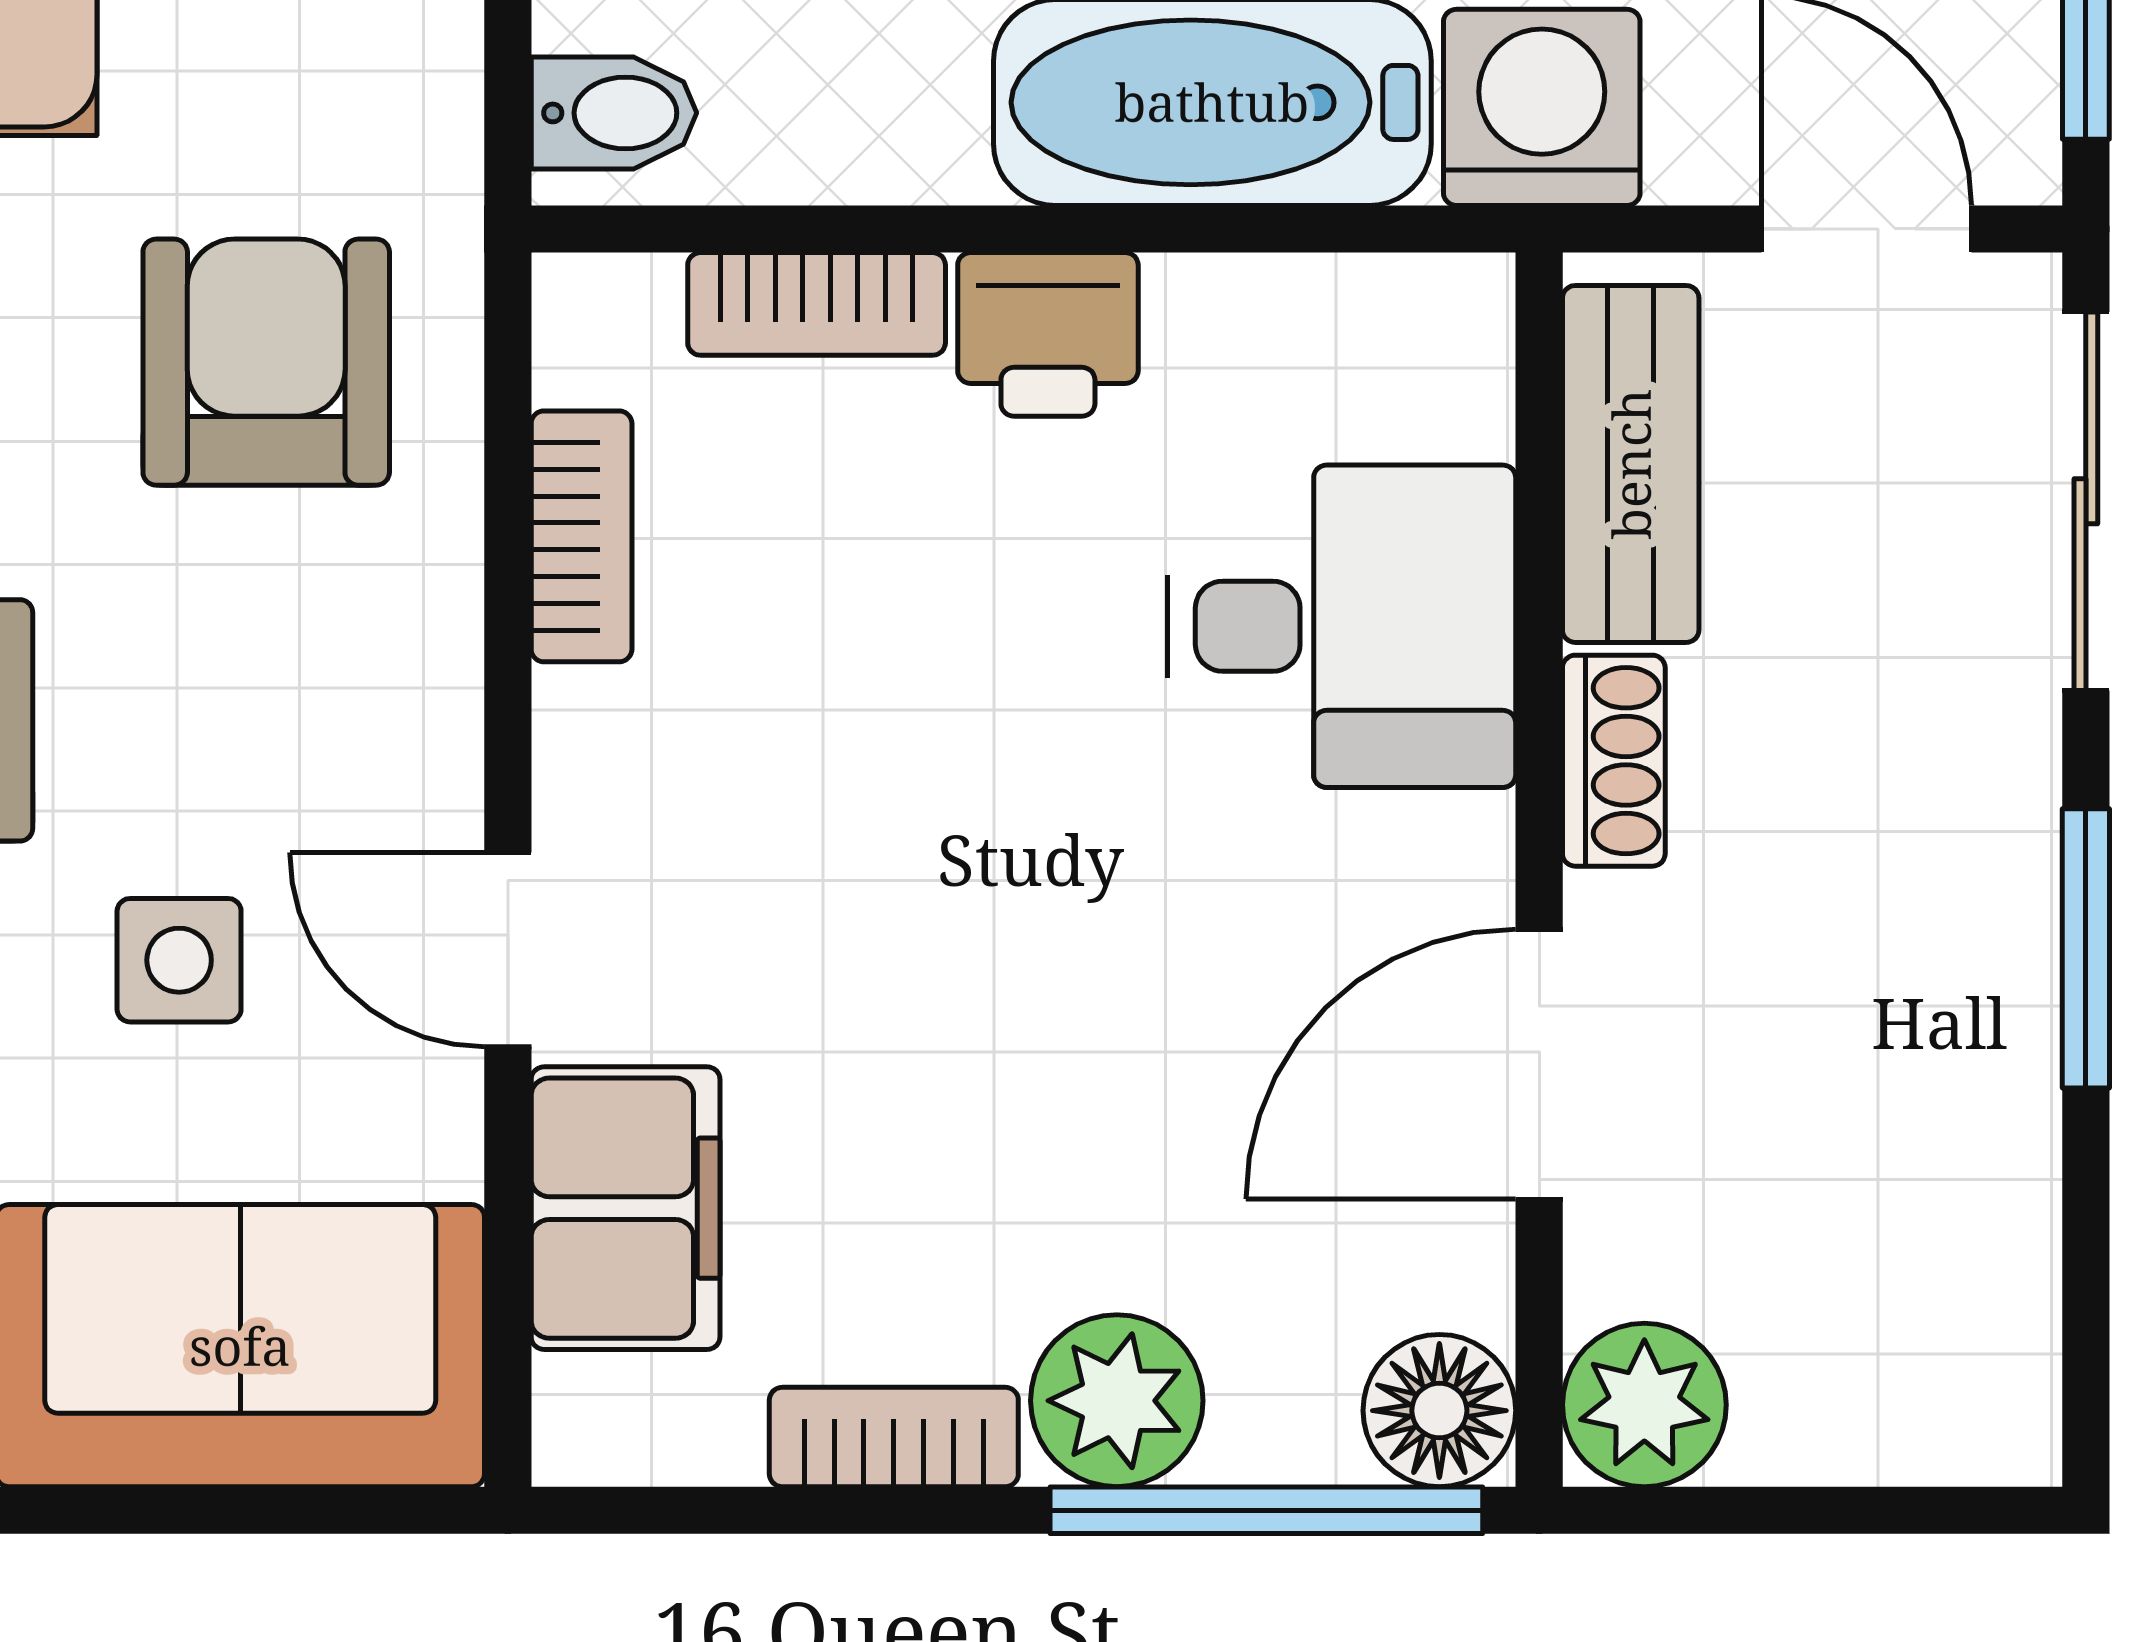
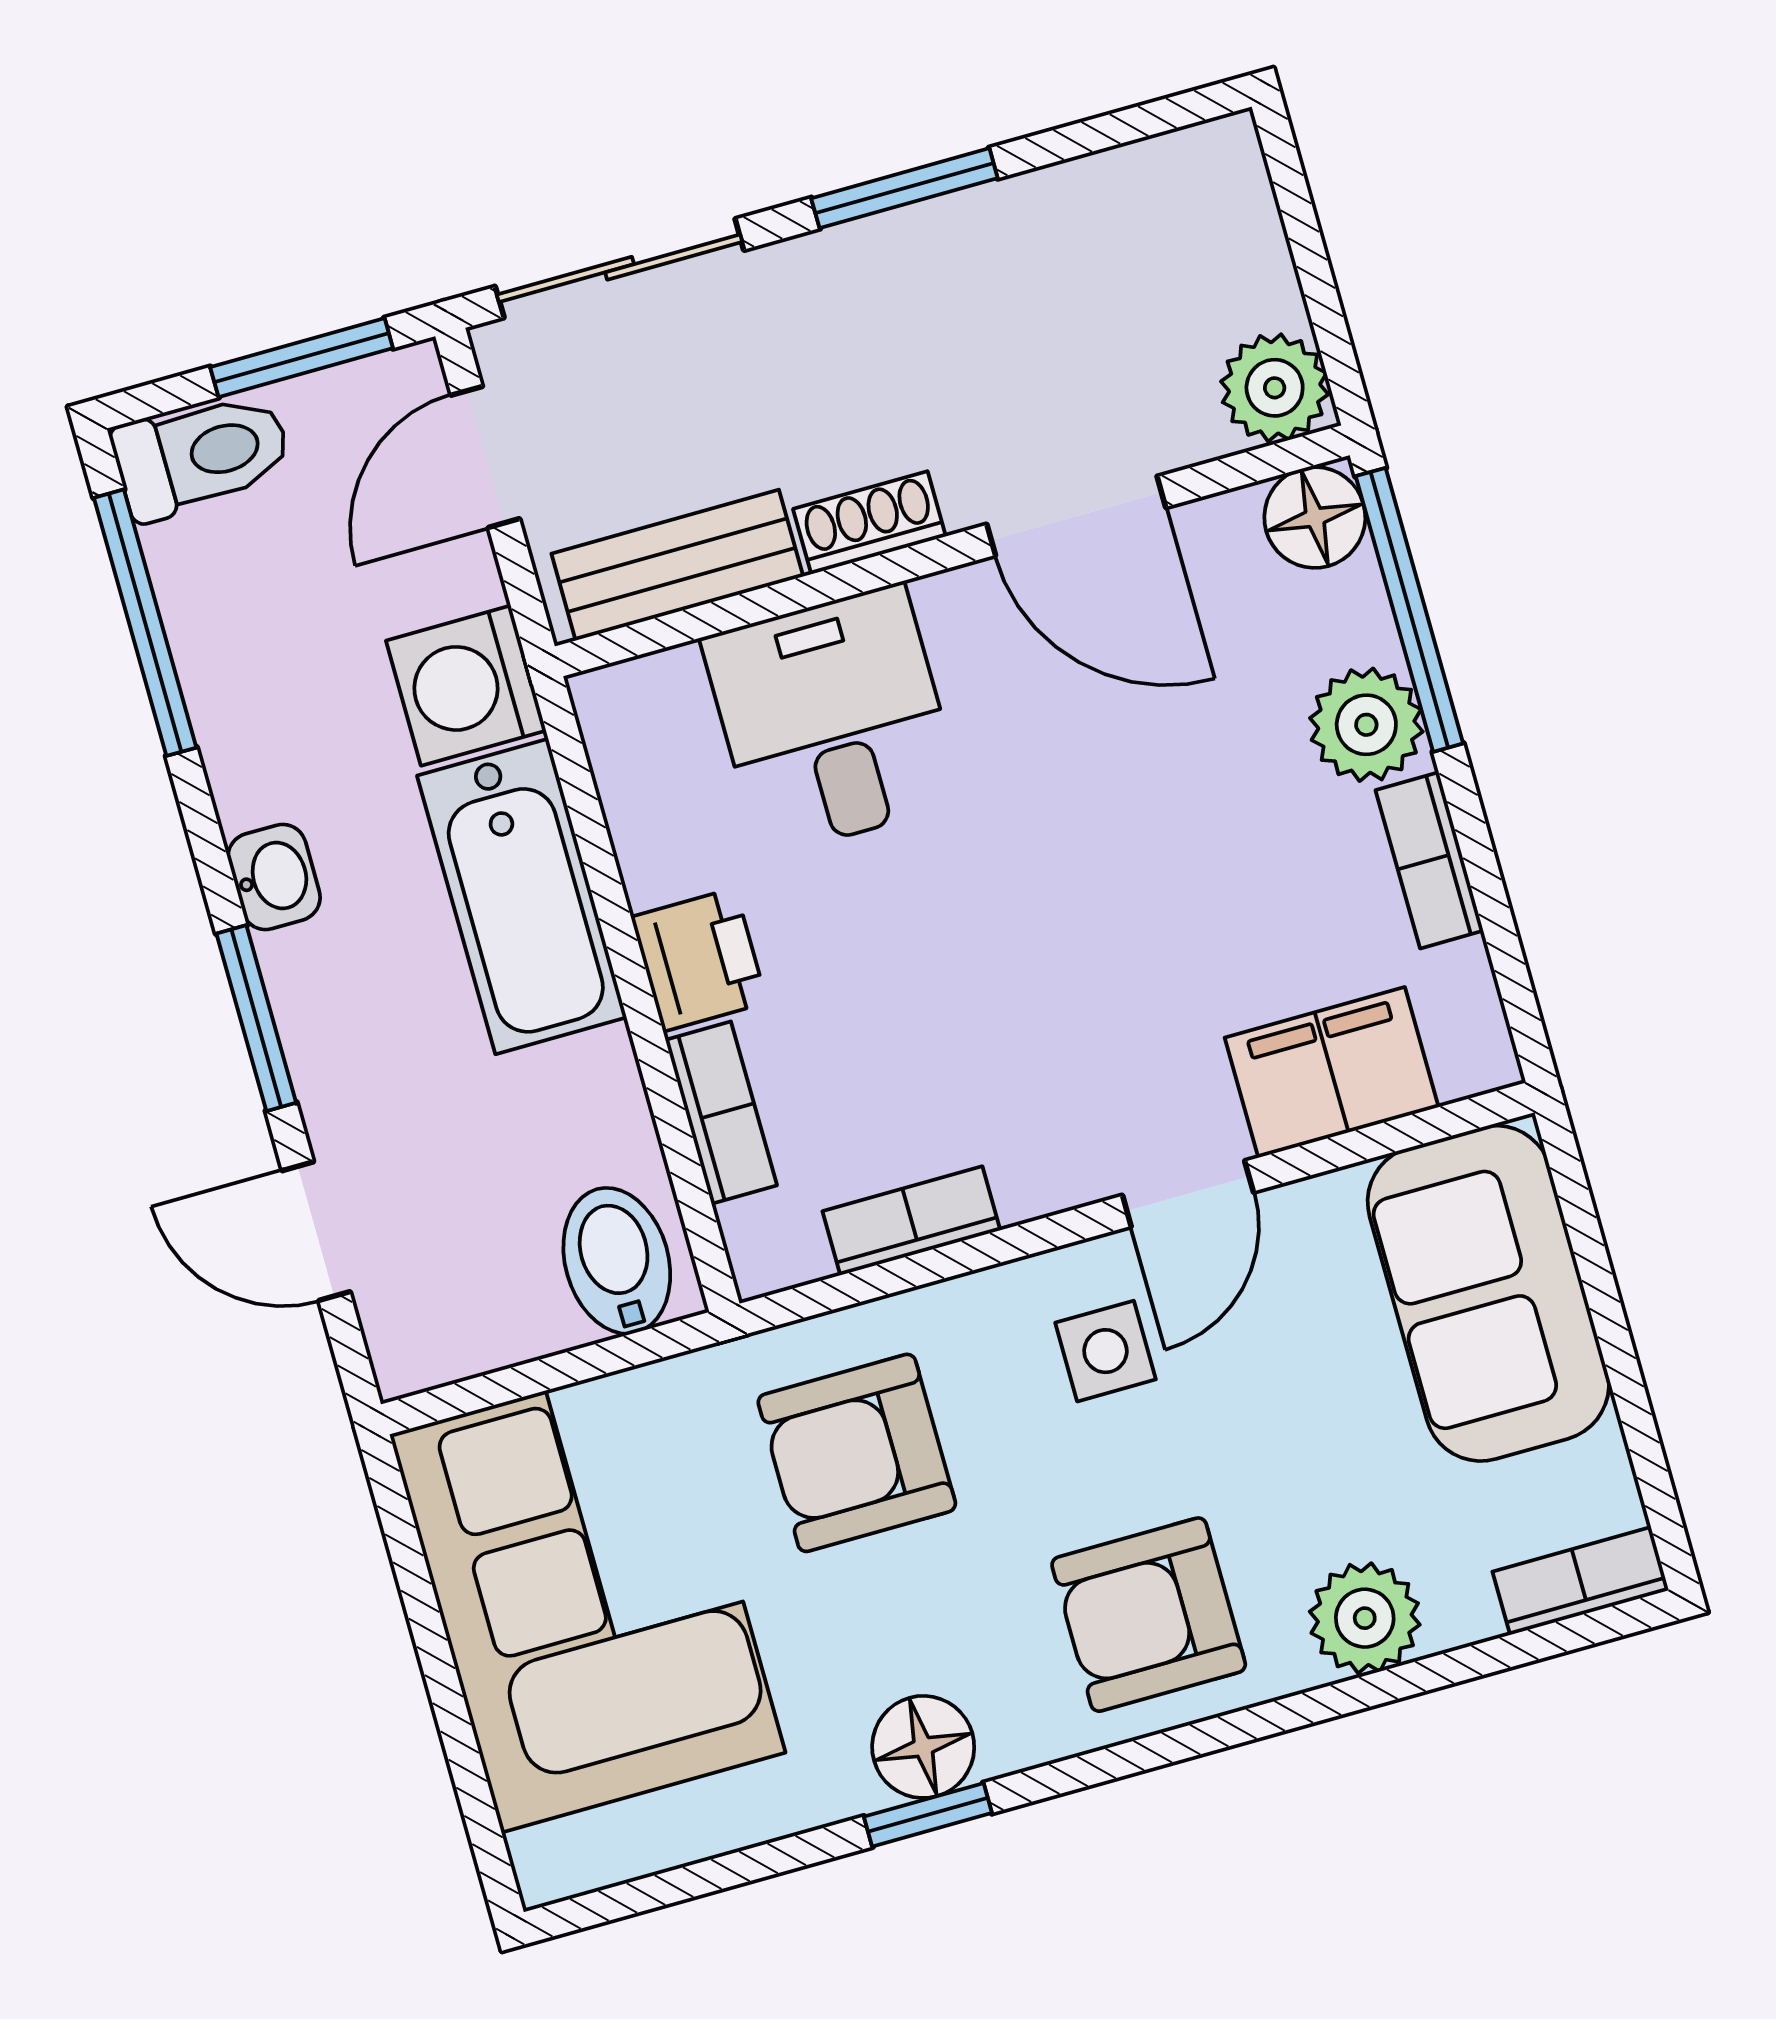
bidet: (614, 113) -> (617, 1261), width x1.38, depth x1.36
side table: (179, 960) -> (1105, 1351), moved

